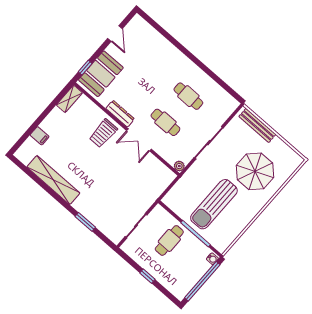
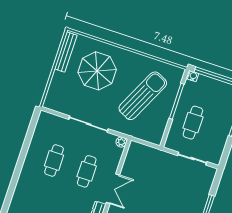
bench: (257, 125) -> (66, 52), moved
sun lounger: (214, 204) -> (143, 96), turned -64
cafe table: (169, 240) -> (193, 123), turned 90

